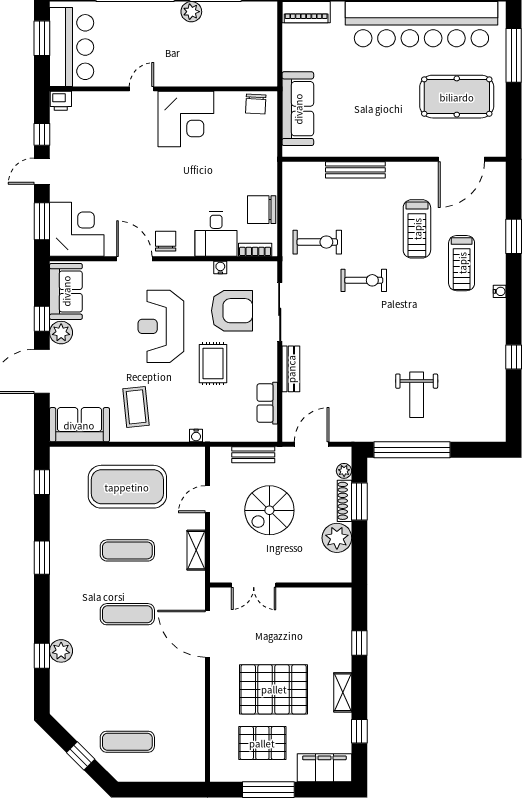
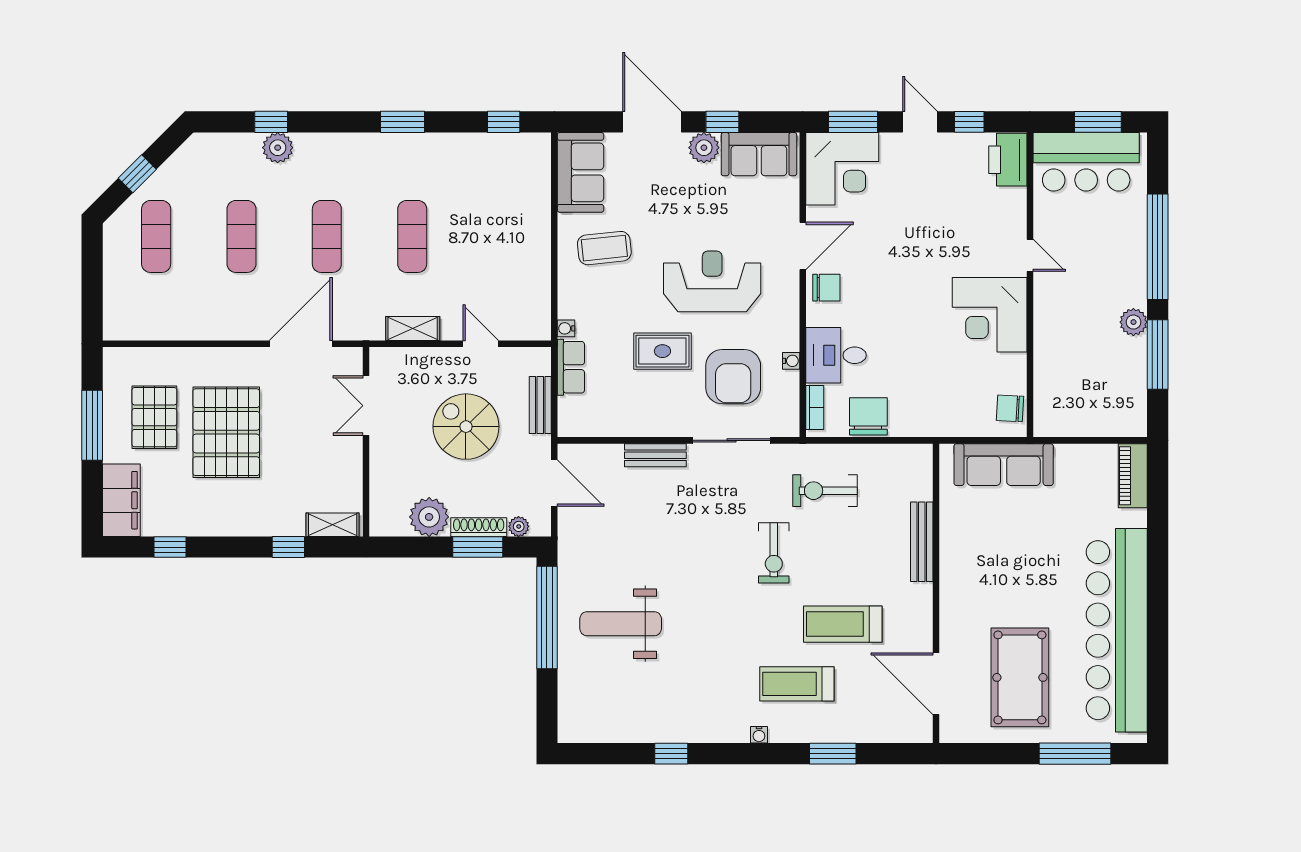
printer: (61, 101) -> (1008, 160), width x1.87, depth x1.48
exercise bike: (317, 242) -> (825, 491), turned 90
weight bench: (417, 395) -> (621, 624), width x1.36, depth x1.33
row of seats: (267, 403) -> (571, 367), moved, turned 90
exercise mat: (127, 487) -> (241, 236), moved, width x0.50, depth x0.69
shelving: (343, 692) -> (333, 525), moved

